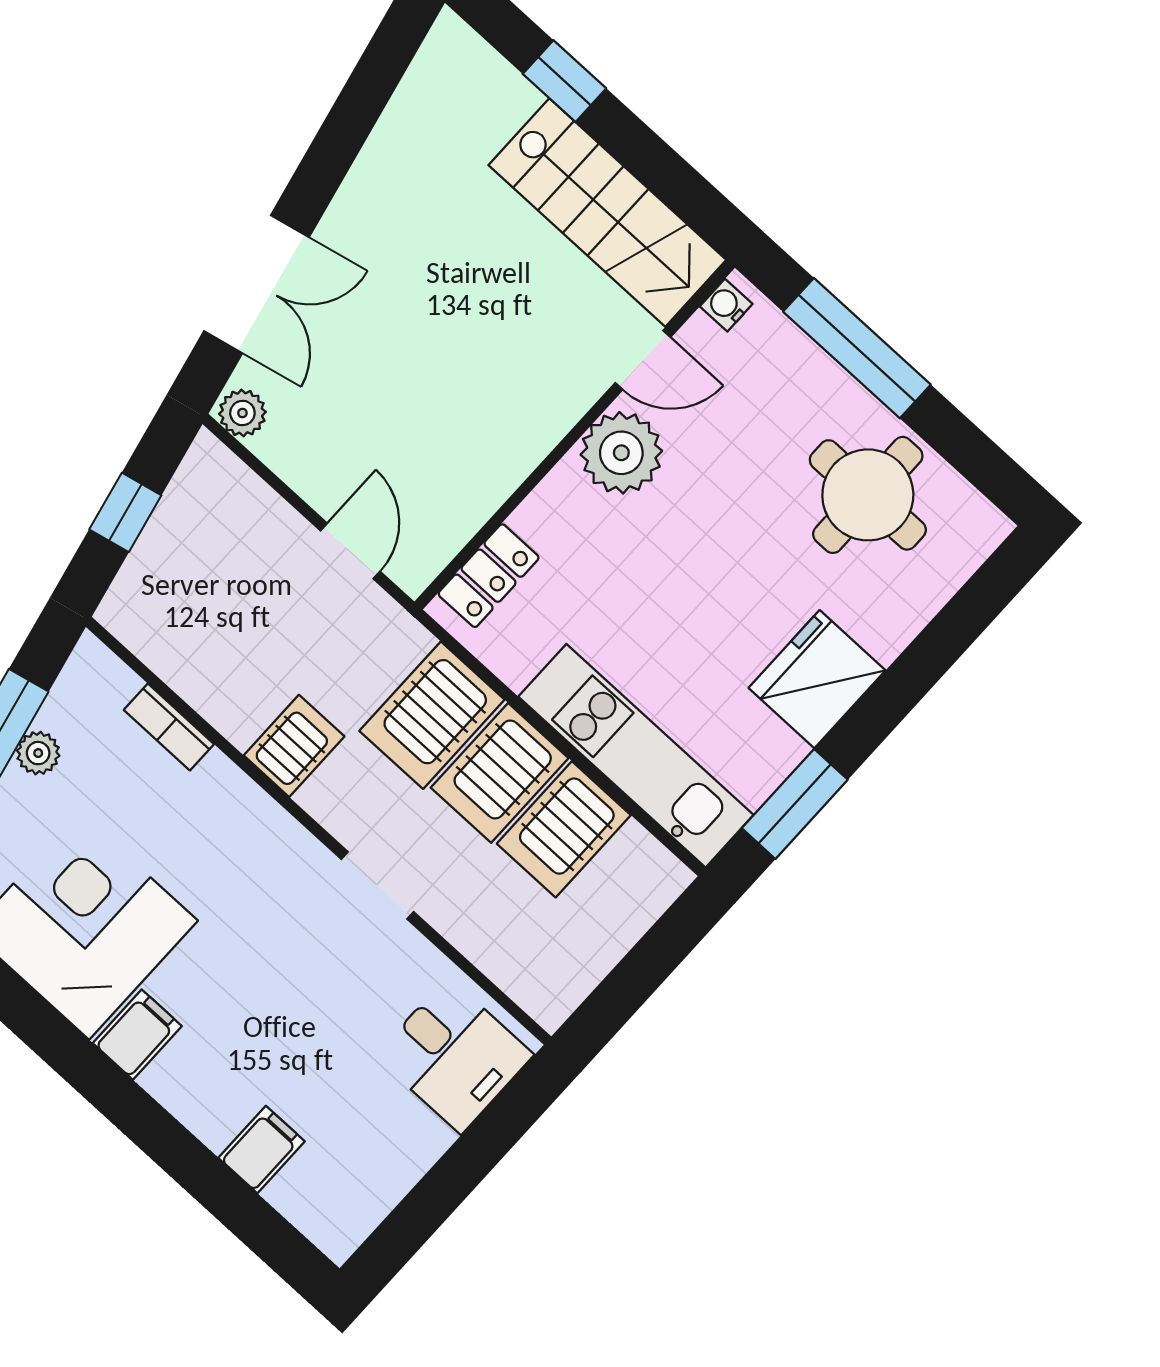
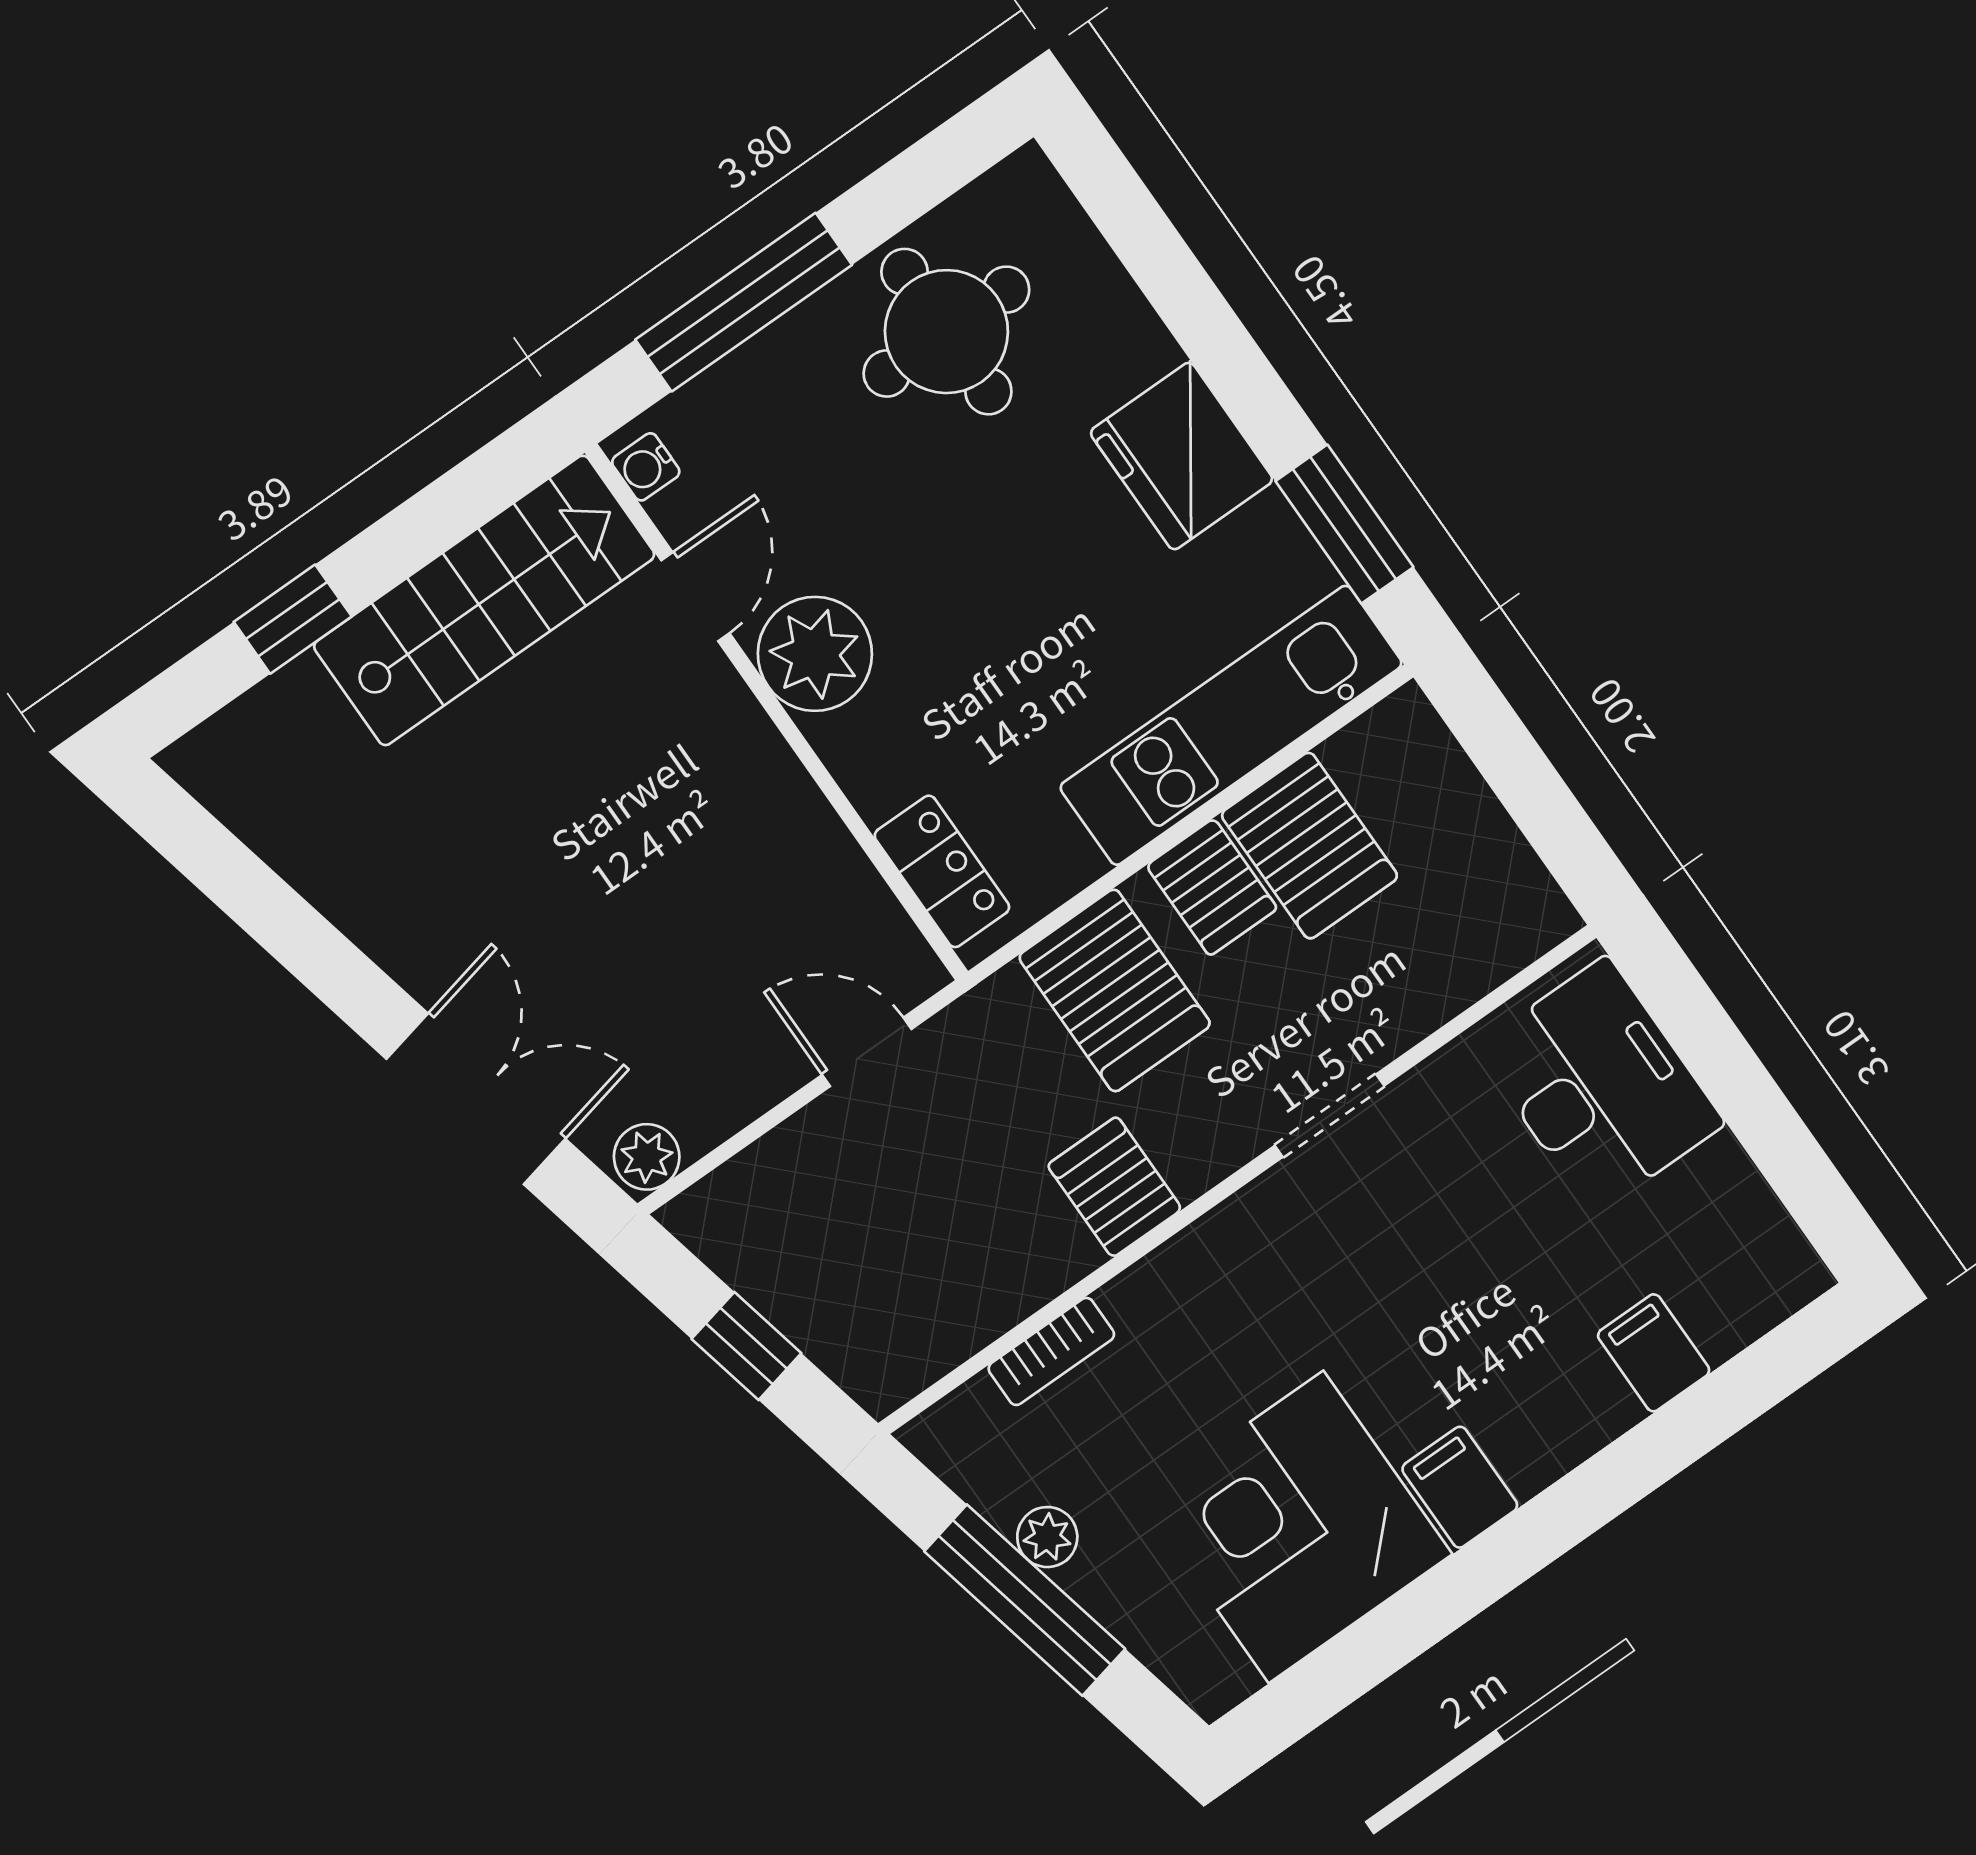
server rack: (500, 773) -> (1212, 887), width x0.73, depth x0.70
desk: (454, 1055) -> (1600, 1086), width x1.37

